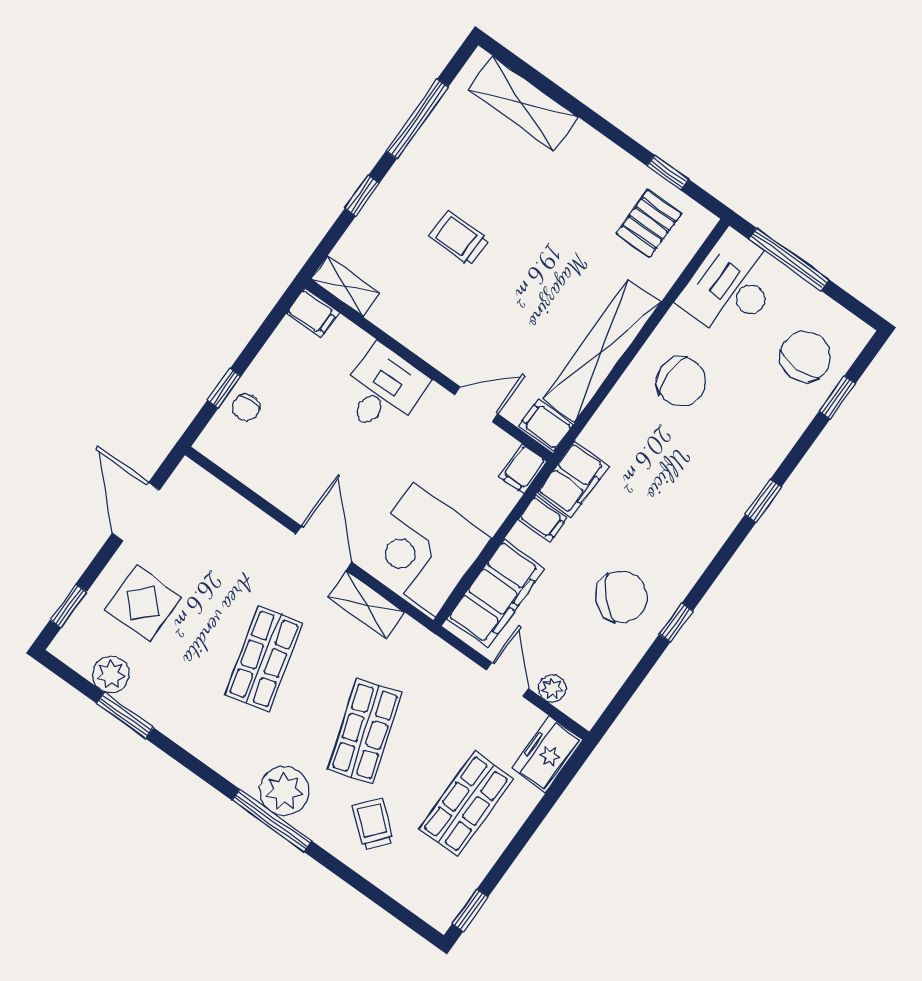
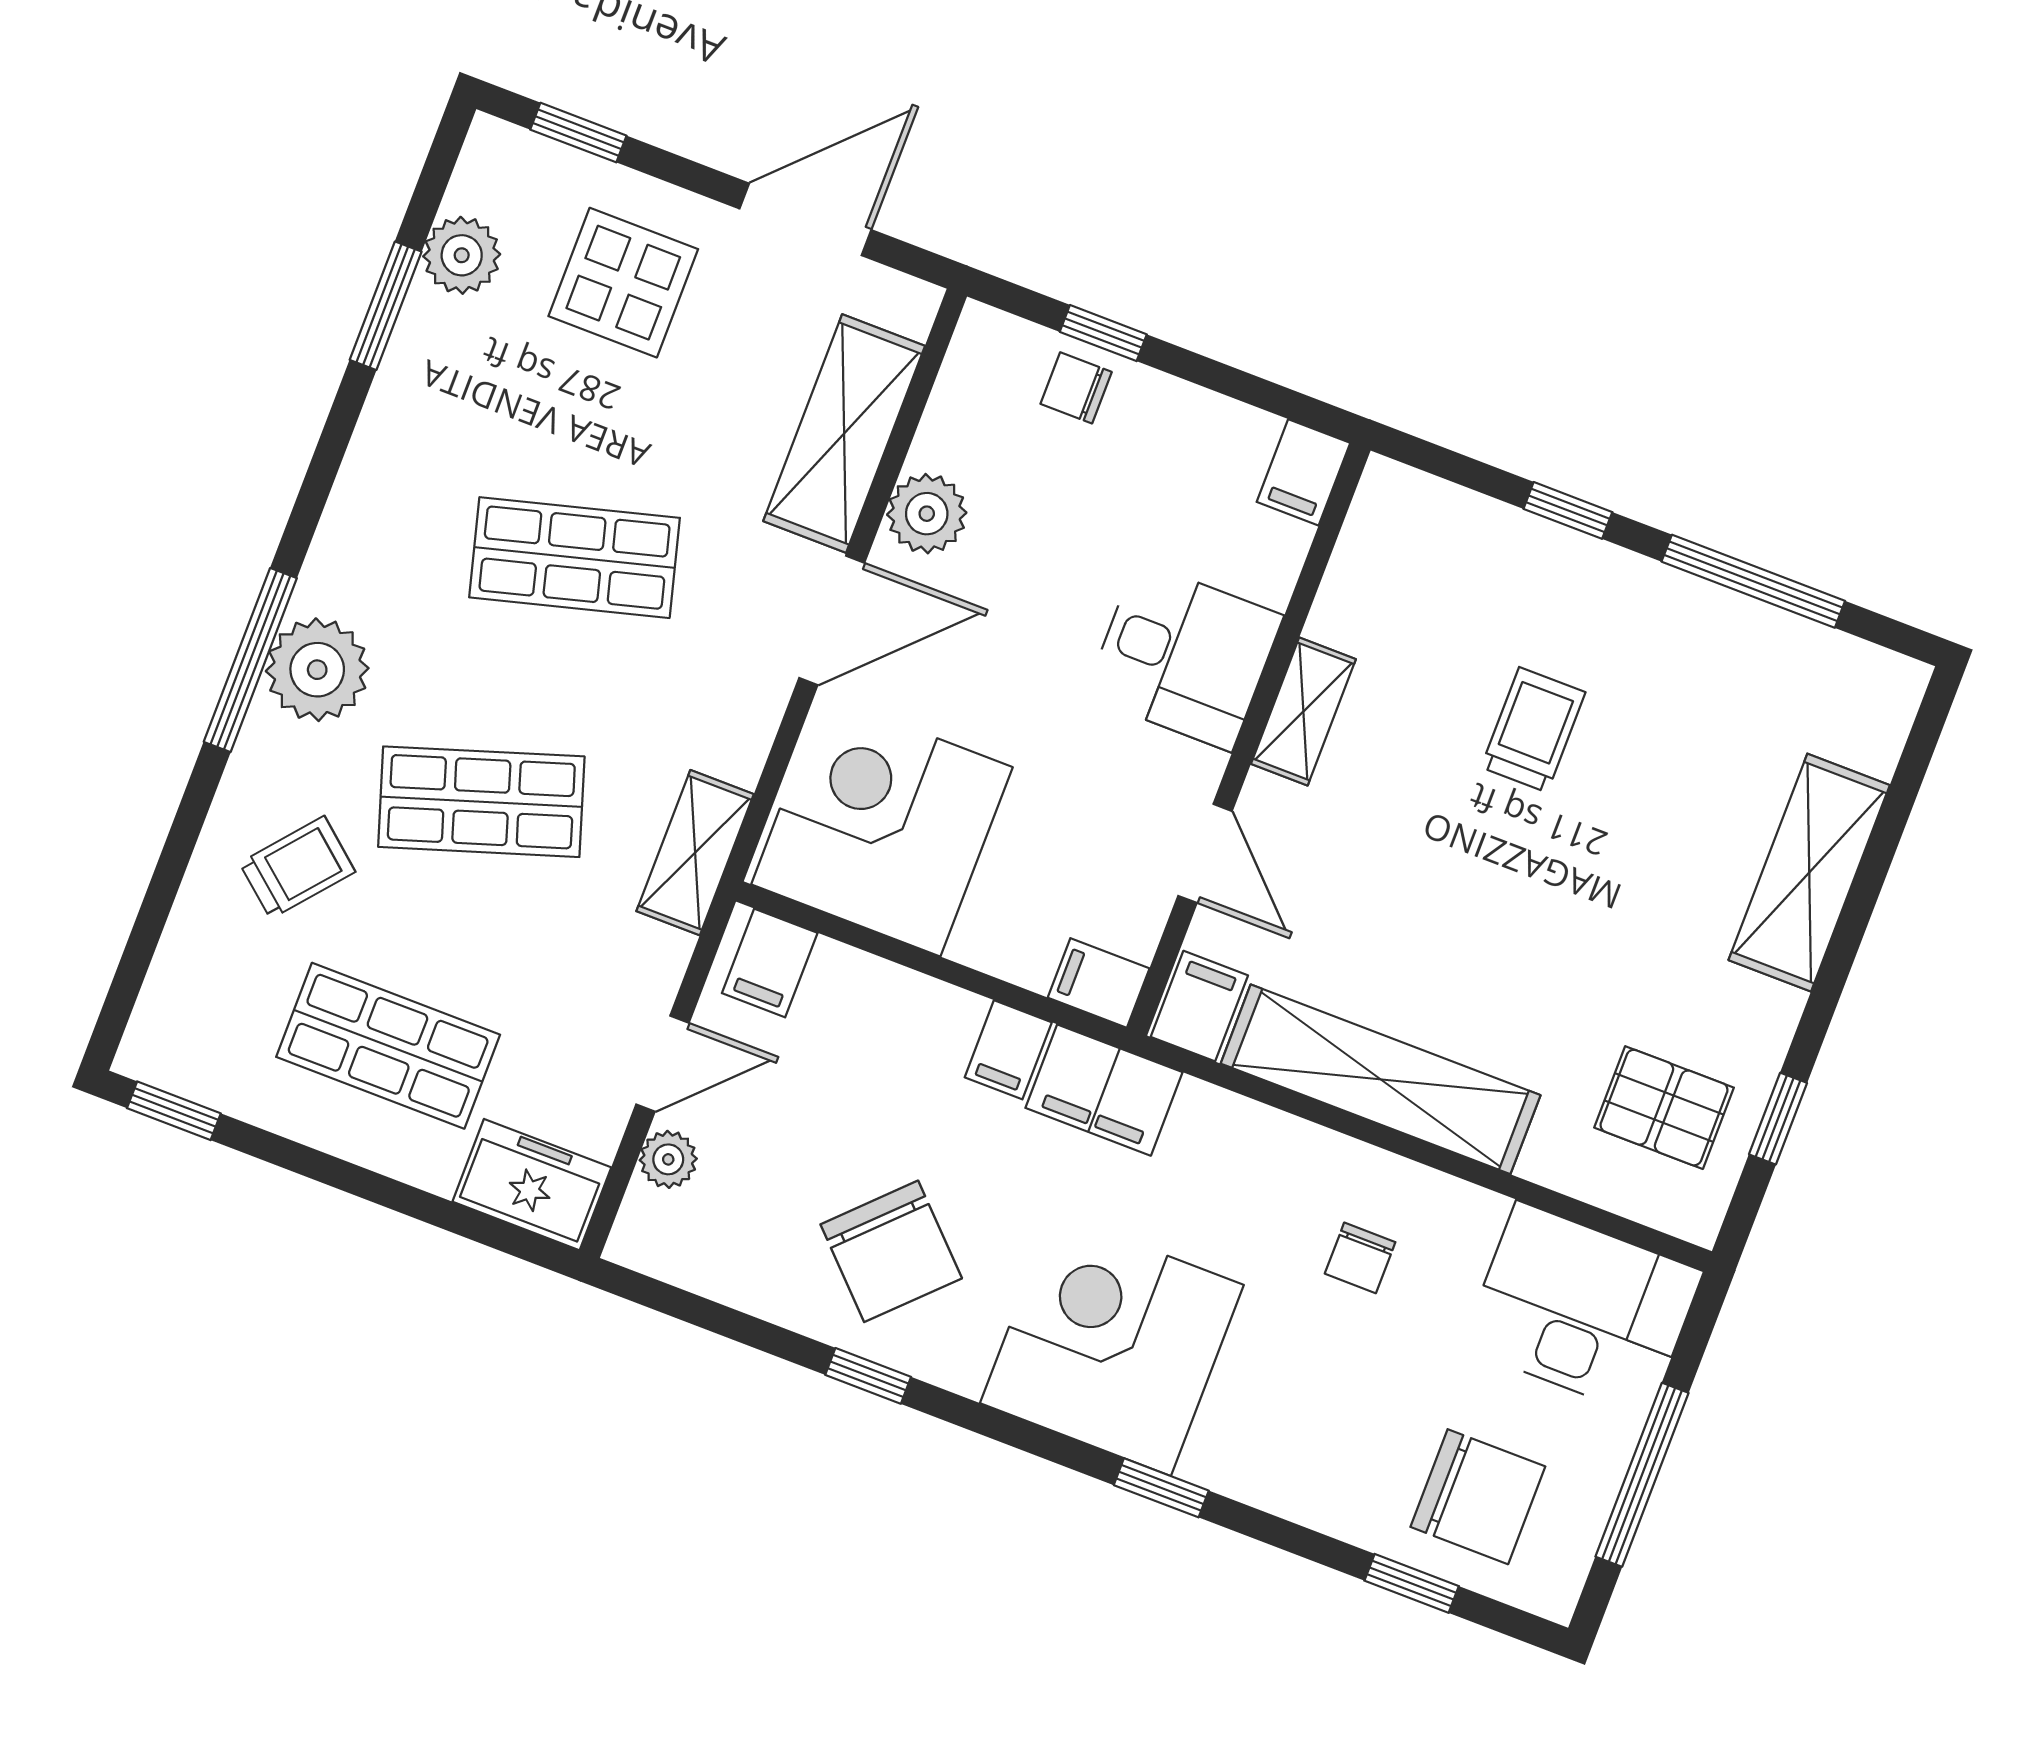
shelving: (523, 103) -> (1809, 873), moved
window: (789, 259) -> (1642, 1475), moved
shelving: (345, 286) -> (1303, 711), moved
chair: (681, 382) -> (1360, 1258), width x0.54, depth x0.54
plant: (286, 491) -> (927, 514), added
corner desk: (691, 506) -> (1112, 1344), added
shelving: (239, 520) -> (844, 434), added
filing cabinet: (496, 594) -> (770, 963), width x0.33, depth x0.86
shelving: (366, 605) -> (695, 853), moved

